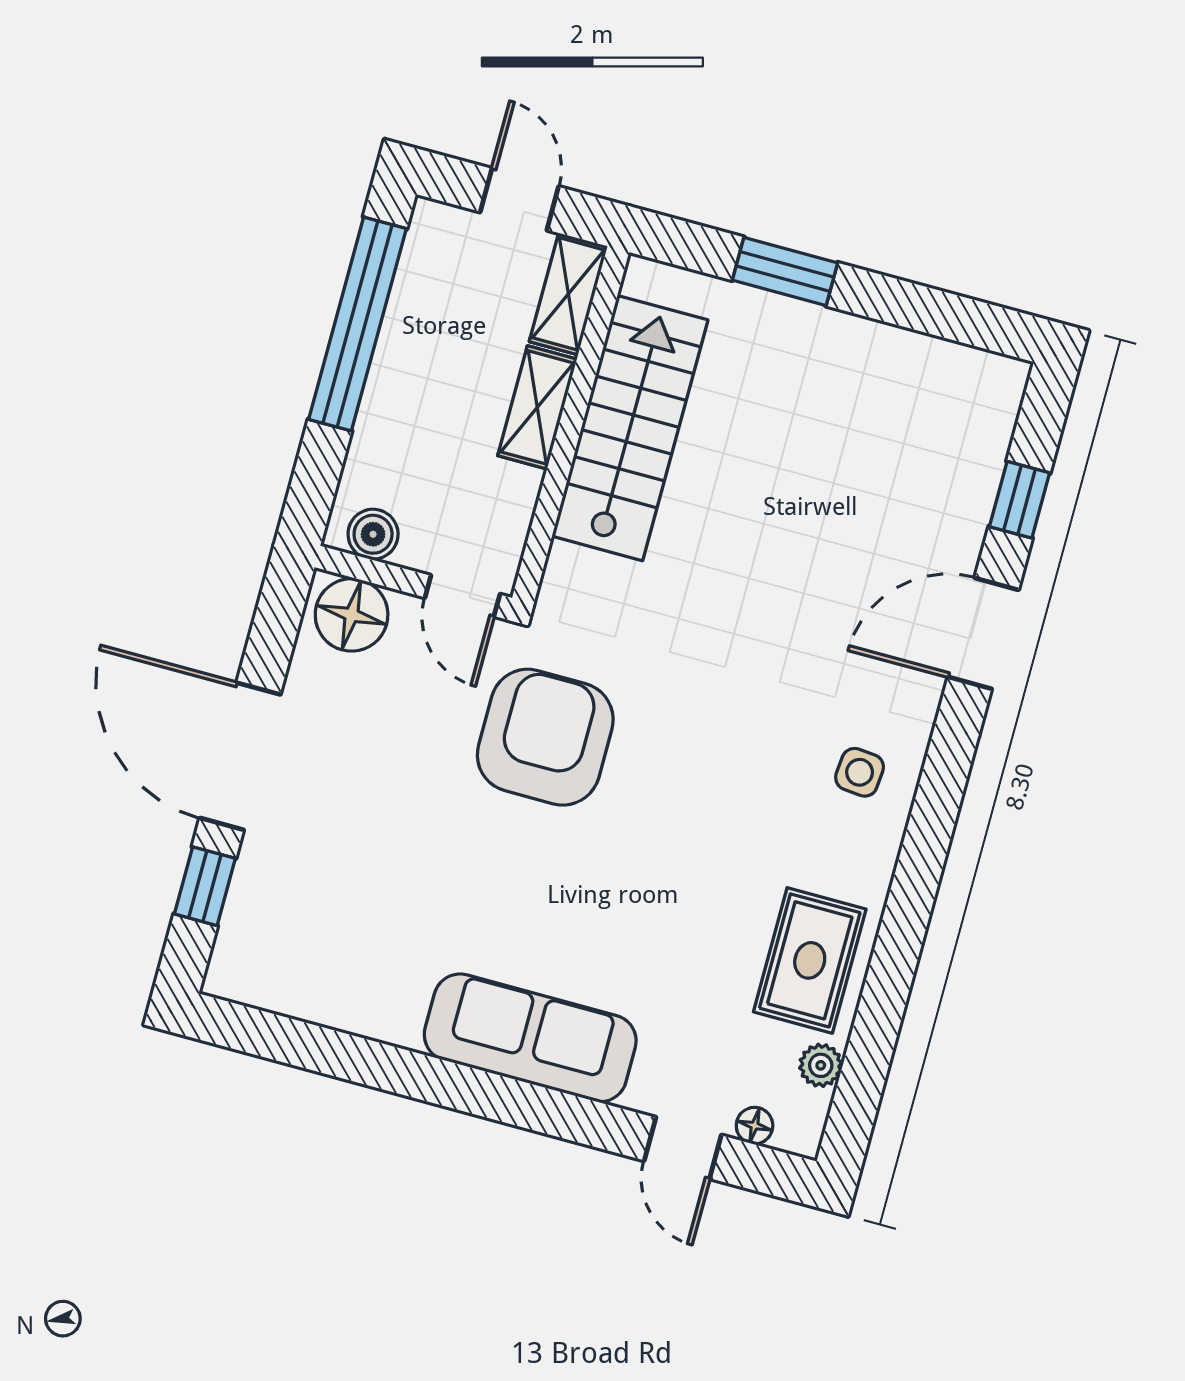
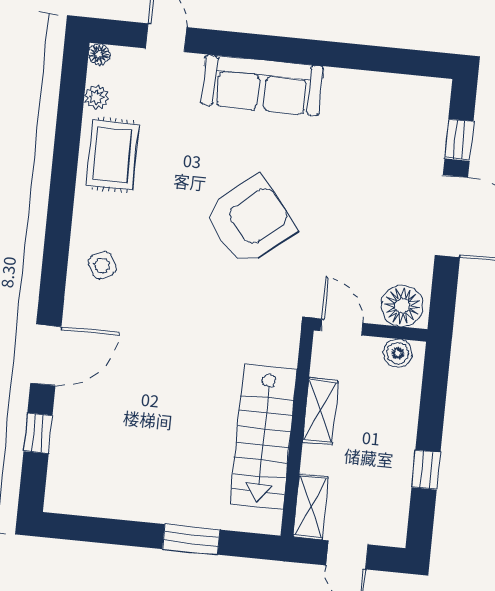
window: (358, 324) -> (426, 470), width x0.32
shelving: (537, 407) -> (320, 411), moved
armchair: (545, 737) -> (250, 221), moved, turned -129
side table: (860, 772) -> (102, 265), turned -33
floor lamp: (755, 1126) -> (99, 54), moved

